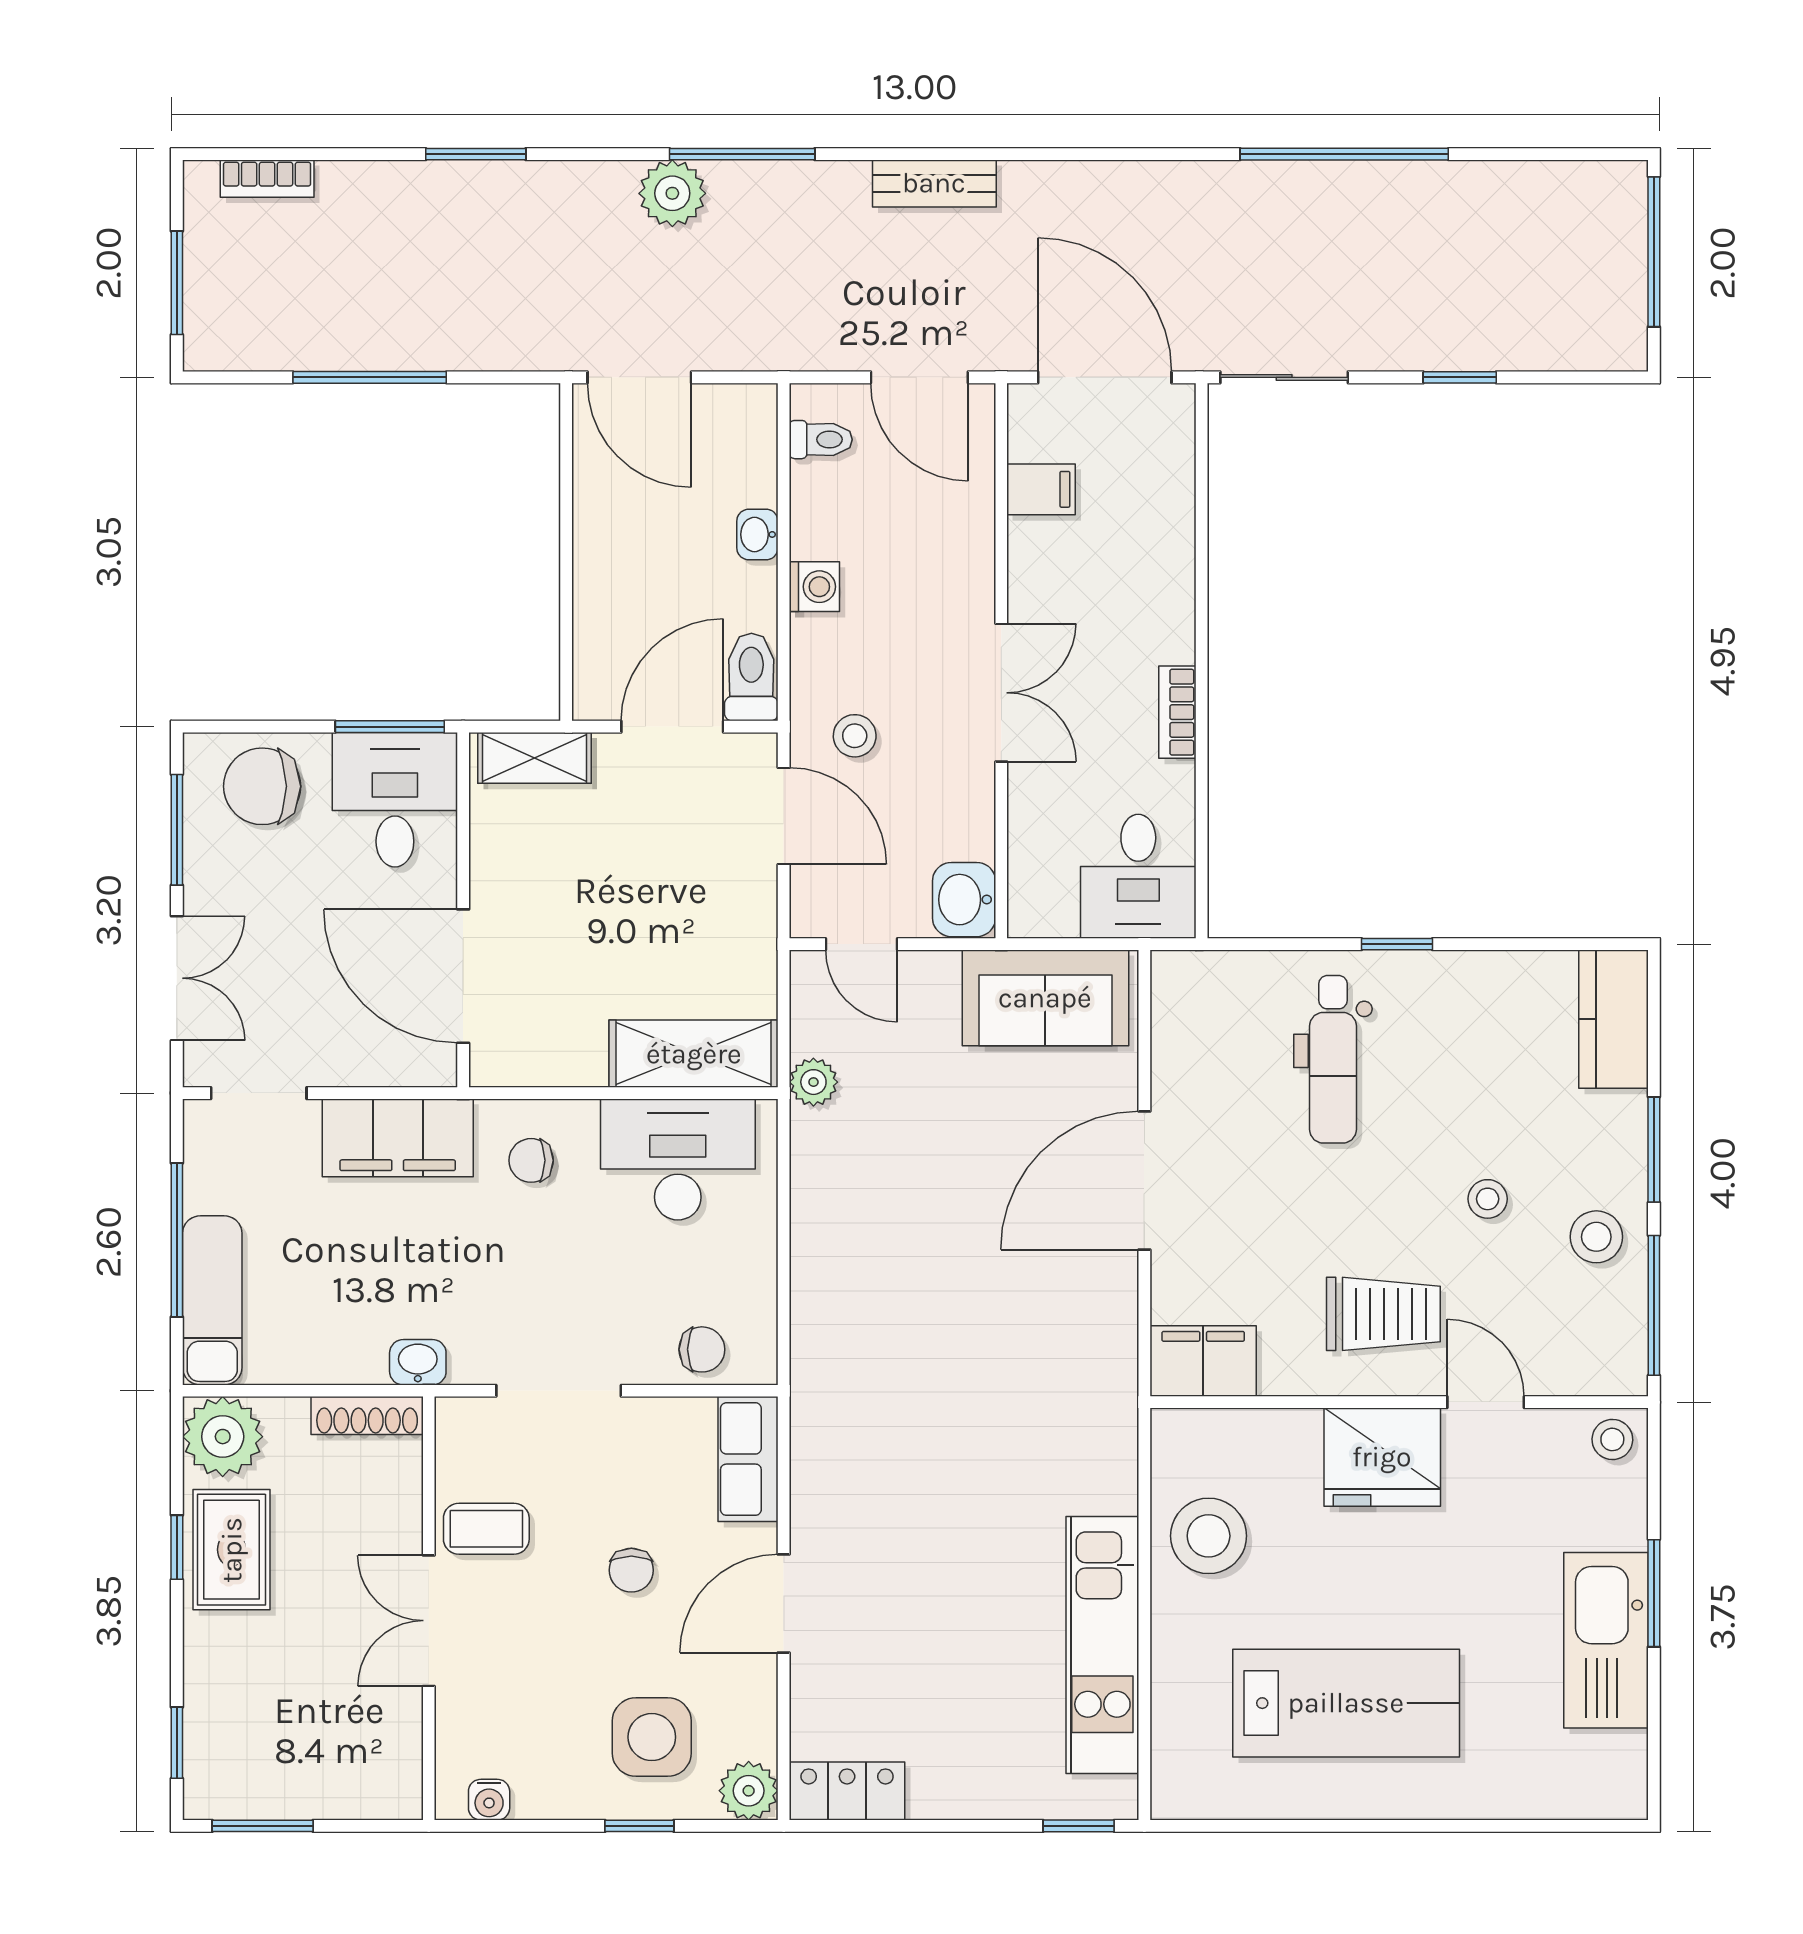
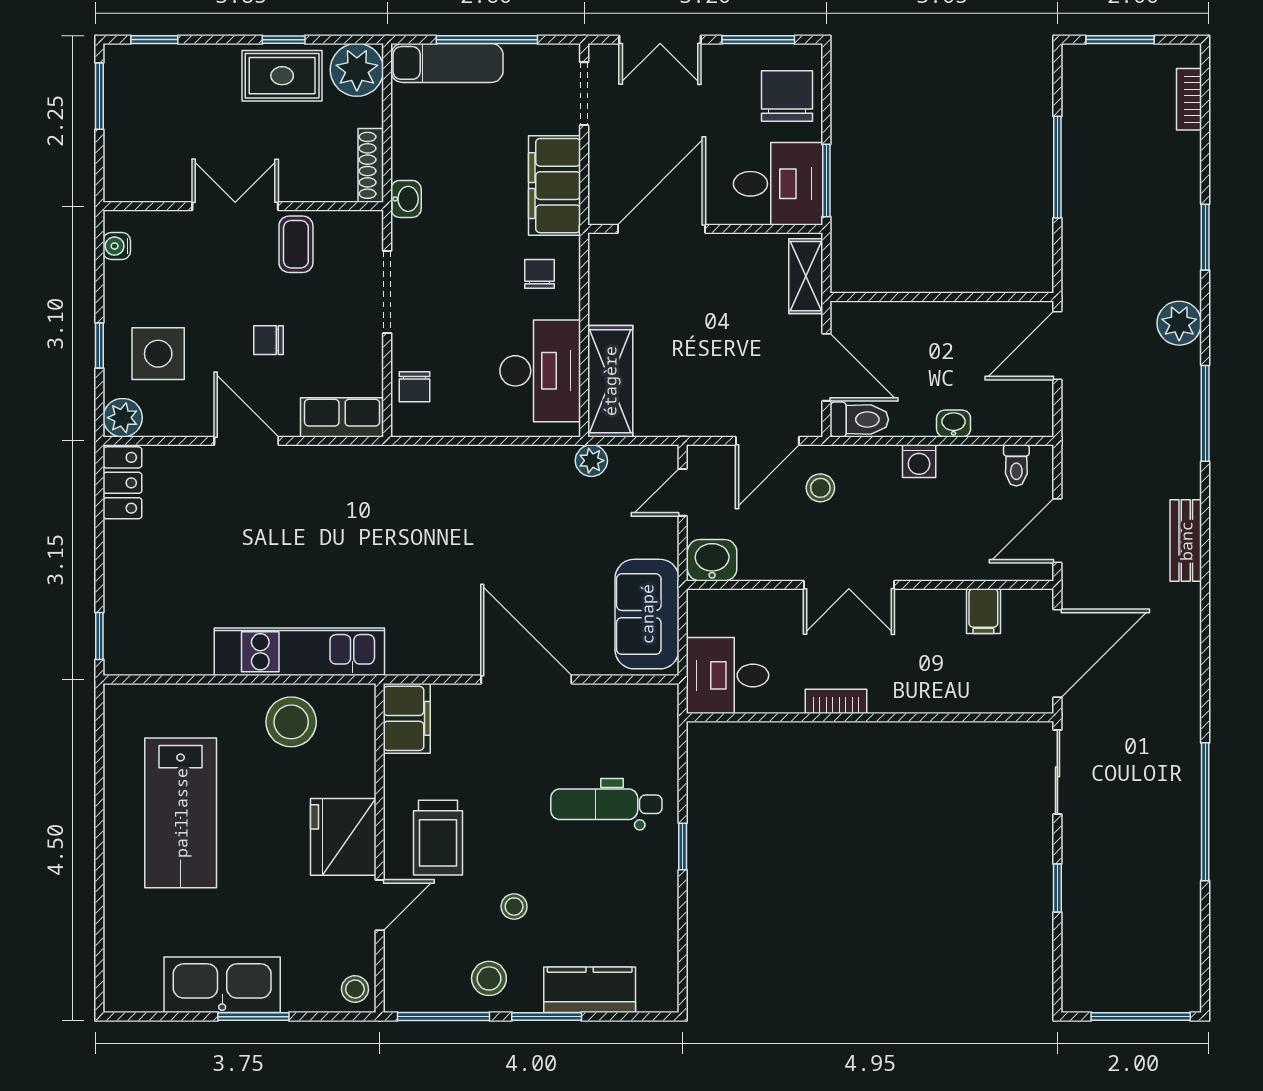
plant: (672, 193) -> (1179, 323), moved
kitchen counter: (1614, 1019) -> (590, 990), moved
kitchen unit: (1102, 1645) -> (299, 652), moved

